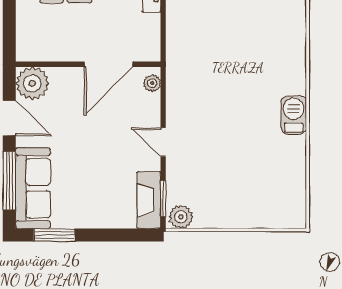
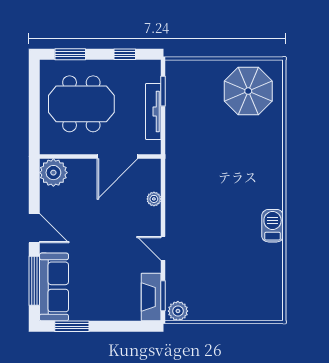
wall: (88, 64) -> (100, 157), moved
door: (109, 64) -> (117, 157), moved
plant: (32, 83) -> (53, 173), moved

